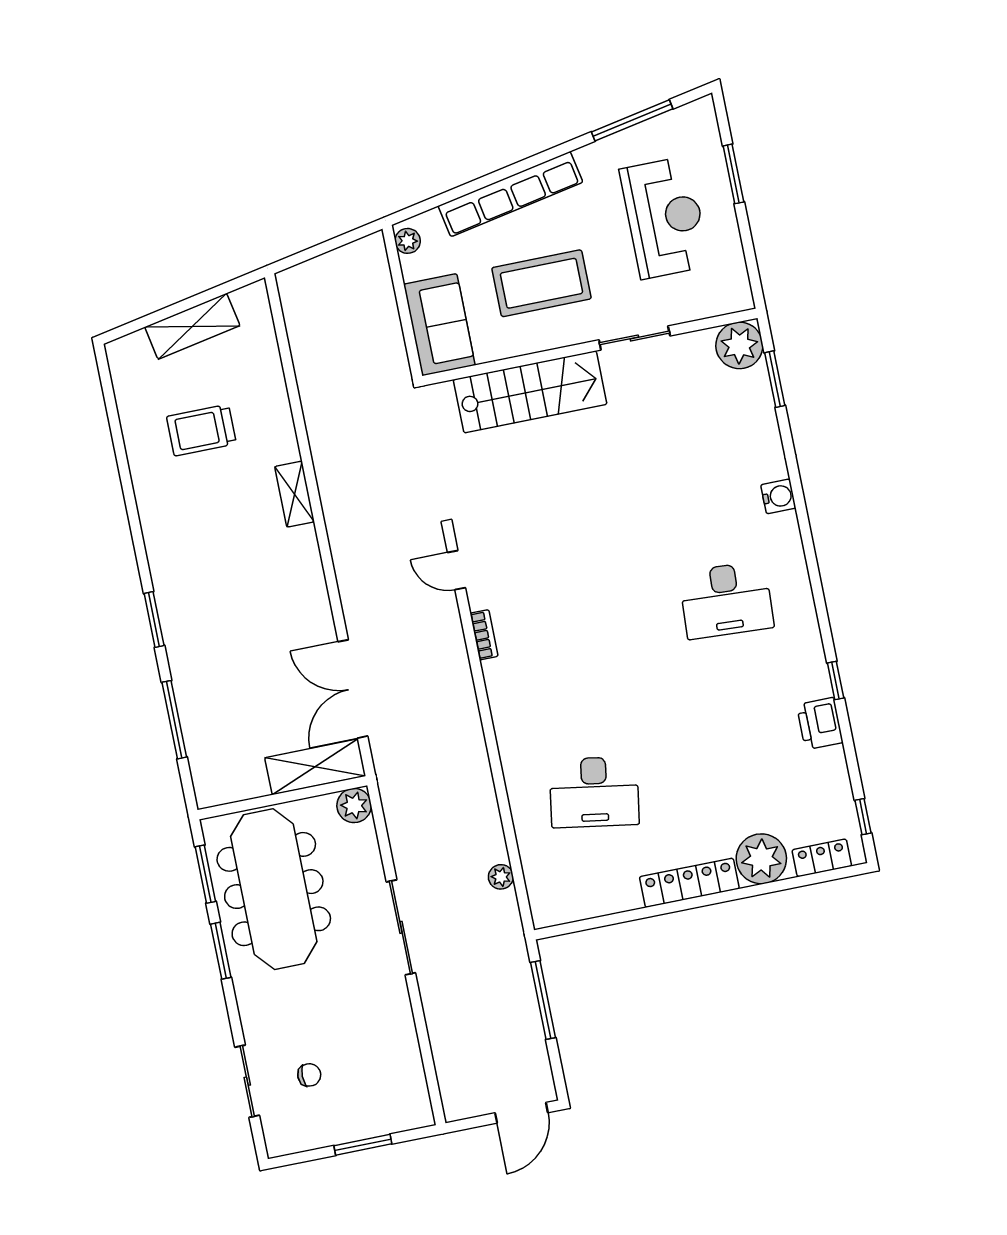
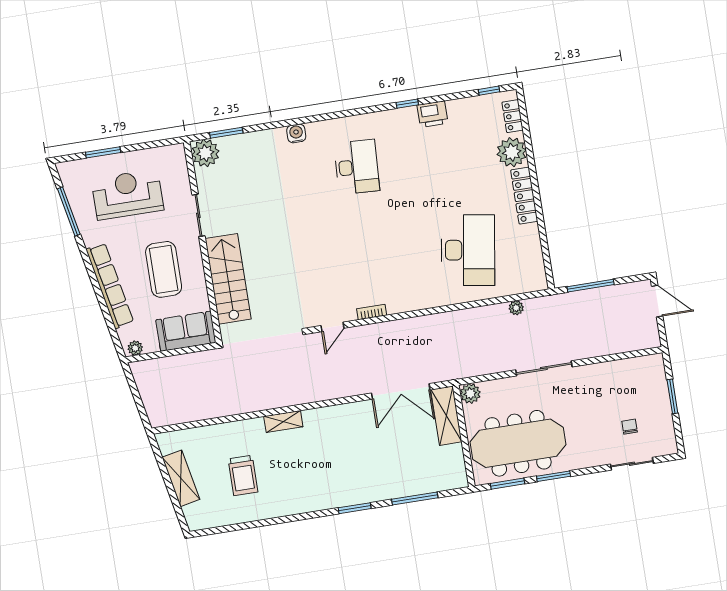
desk: (594, 792) -> (468, 250), width x1.36, depth x1.30

